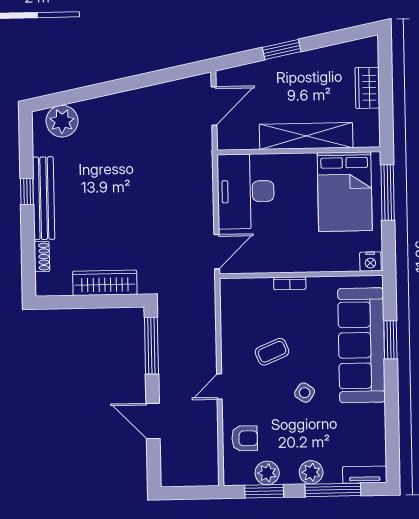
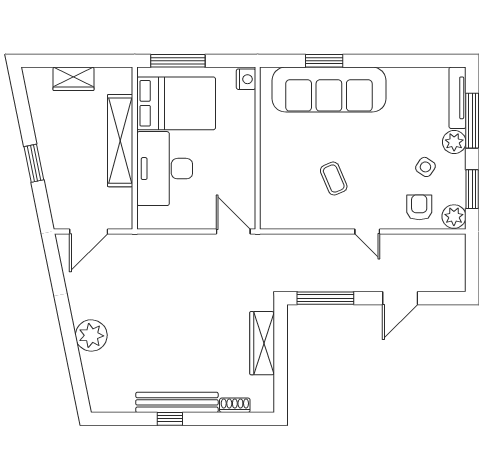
door: (214, 106) -> (89, 231), swing flipped
plant: (62, 121) -> (91, 335), moved
desk: (246, 191) -> (165, 169), moved, turned 90
bookcase: (290, 283) -> (266, 160), removed
side table: (305, 393) -> (425, 167), moved
plant: (267, 473) -> (454, 217), moved
tv unit: (365, 475) -> (457, 98), width x1.41

